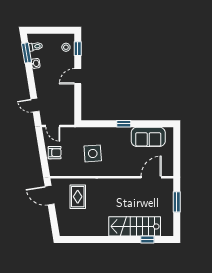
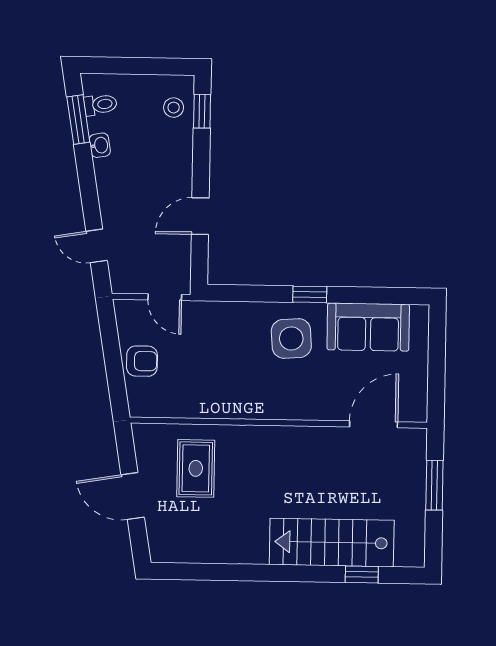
door: (78, 76) -> (200, 216), moved
door: (53, 126) -> (165, 297), moved
side table: (93, 153) -> (291, 338), moved
door: (50, 195) -> (133, 496), moved

